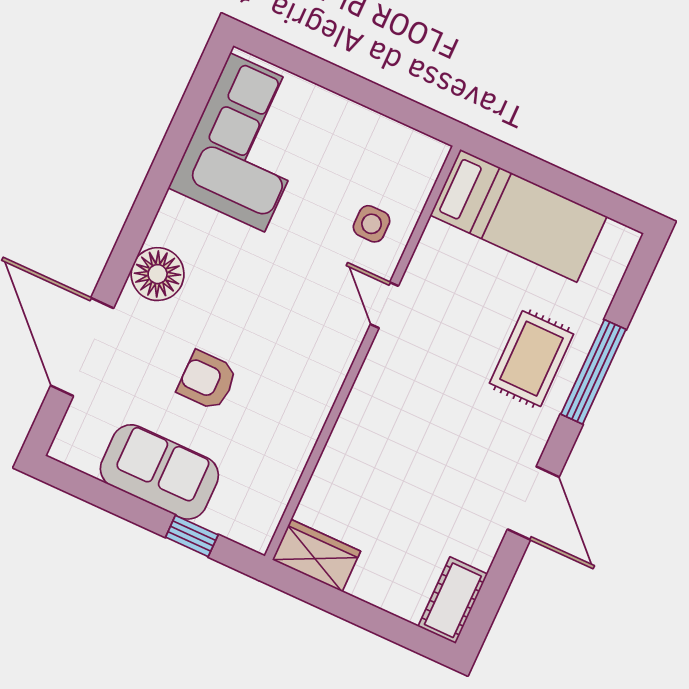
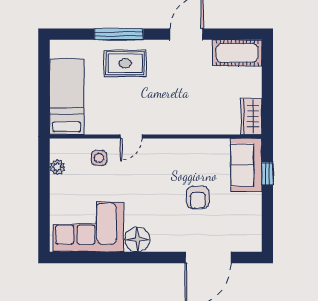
plant: (390, 135) -> (57, 167), added
floor lamp: (158, 274) -> (137, 239), moved
sofa: (159, 472) -> (246, 165), moved
cot: (453, 600) -> (237, 53), width x1.37, depth x1.34

